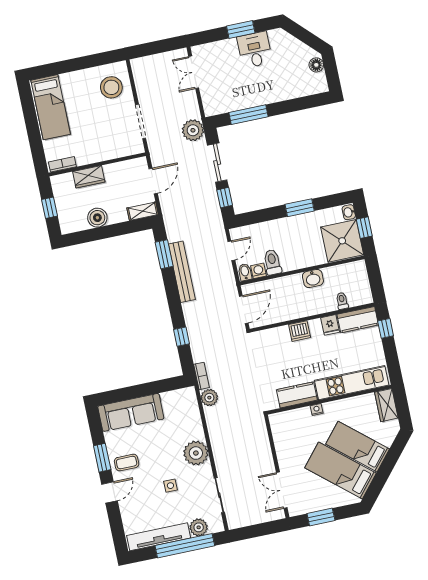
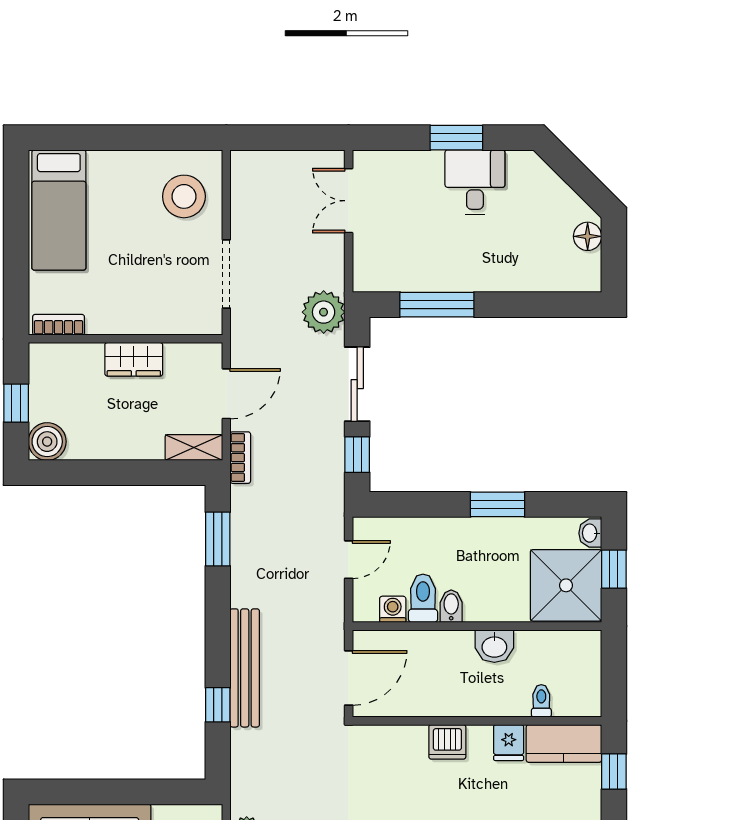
wardrobe: (89, 177) -> (134, 359), moved
boiler: (97, 218) -> (47, 442), moved
bench: (182, 272) -> (245, 668), moved
bidet: (245, 272) -> (451, 606), moved
bookcase: (201, 376) -> (240, 458), moved

